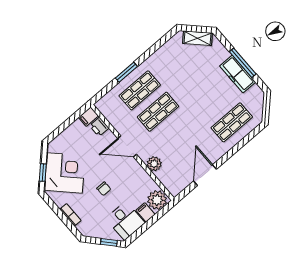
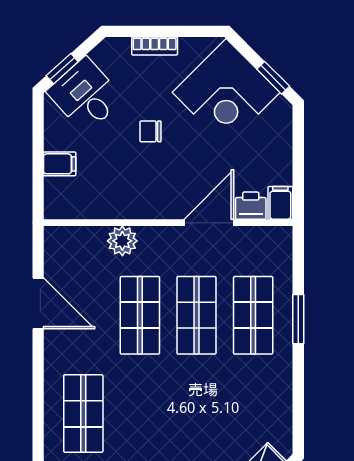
shop shelf: (176, 133) -> (140, 315), added
door: (127, 146) -> (209, 223), moved
window: (43, 173) -> (273, 78), moved
plant: (157, 200) -> (63, 198), removed
desk: (125, 221) -> (85, 95), moved, turned 48

